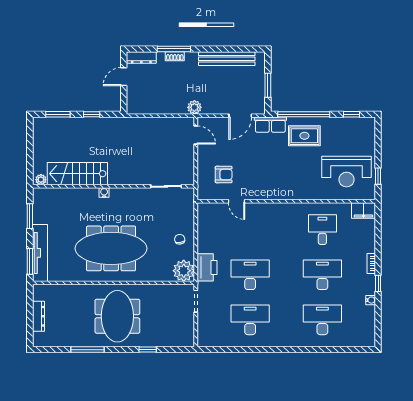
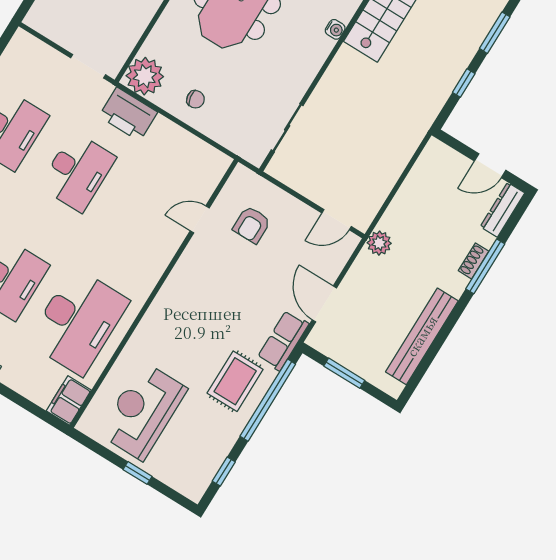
door: (124, 77) -> (490, 166), swing flipped
window: (378, 176) -> (138, 473), moved
desk: (322, 230) -> (78, 321), width x1.87, depth x1.30

